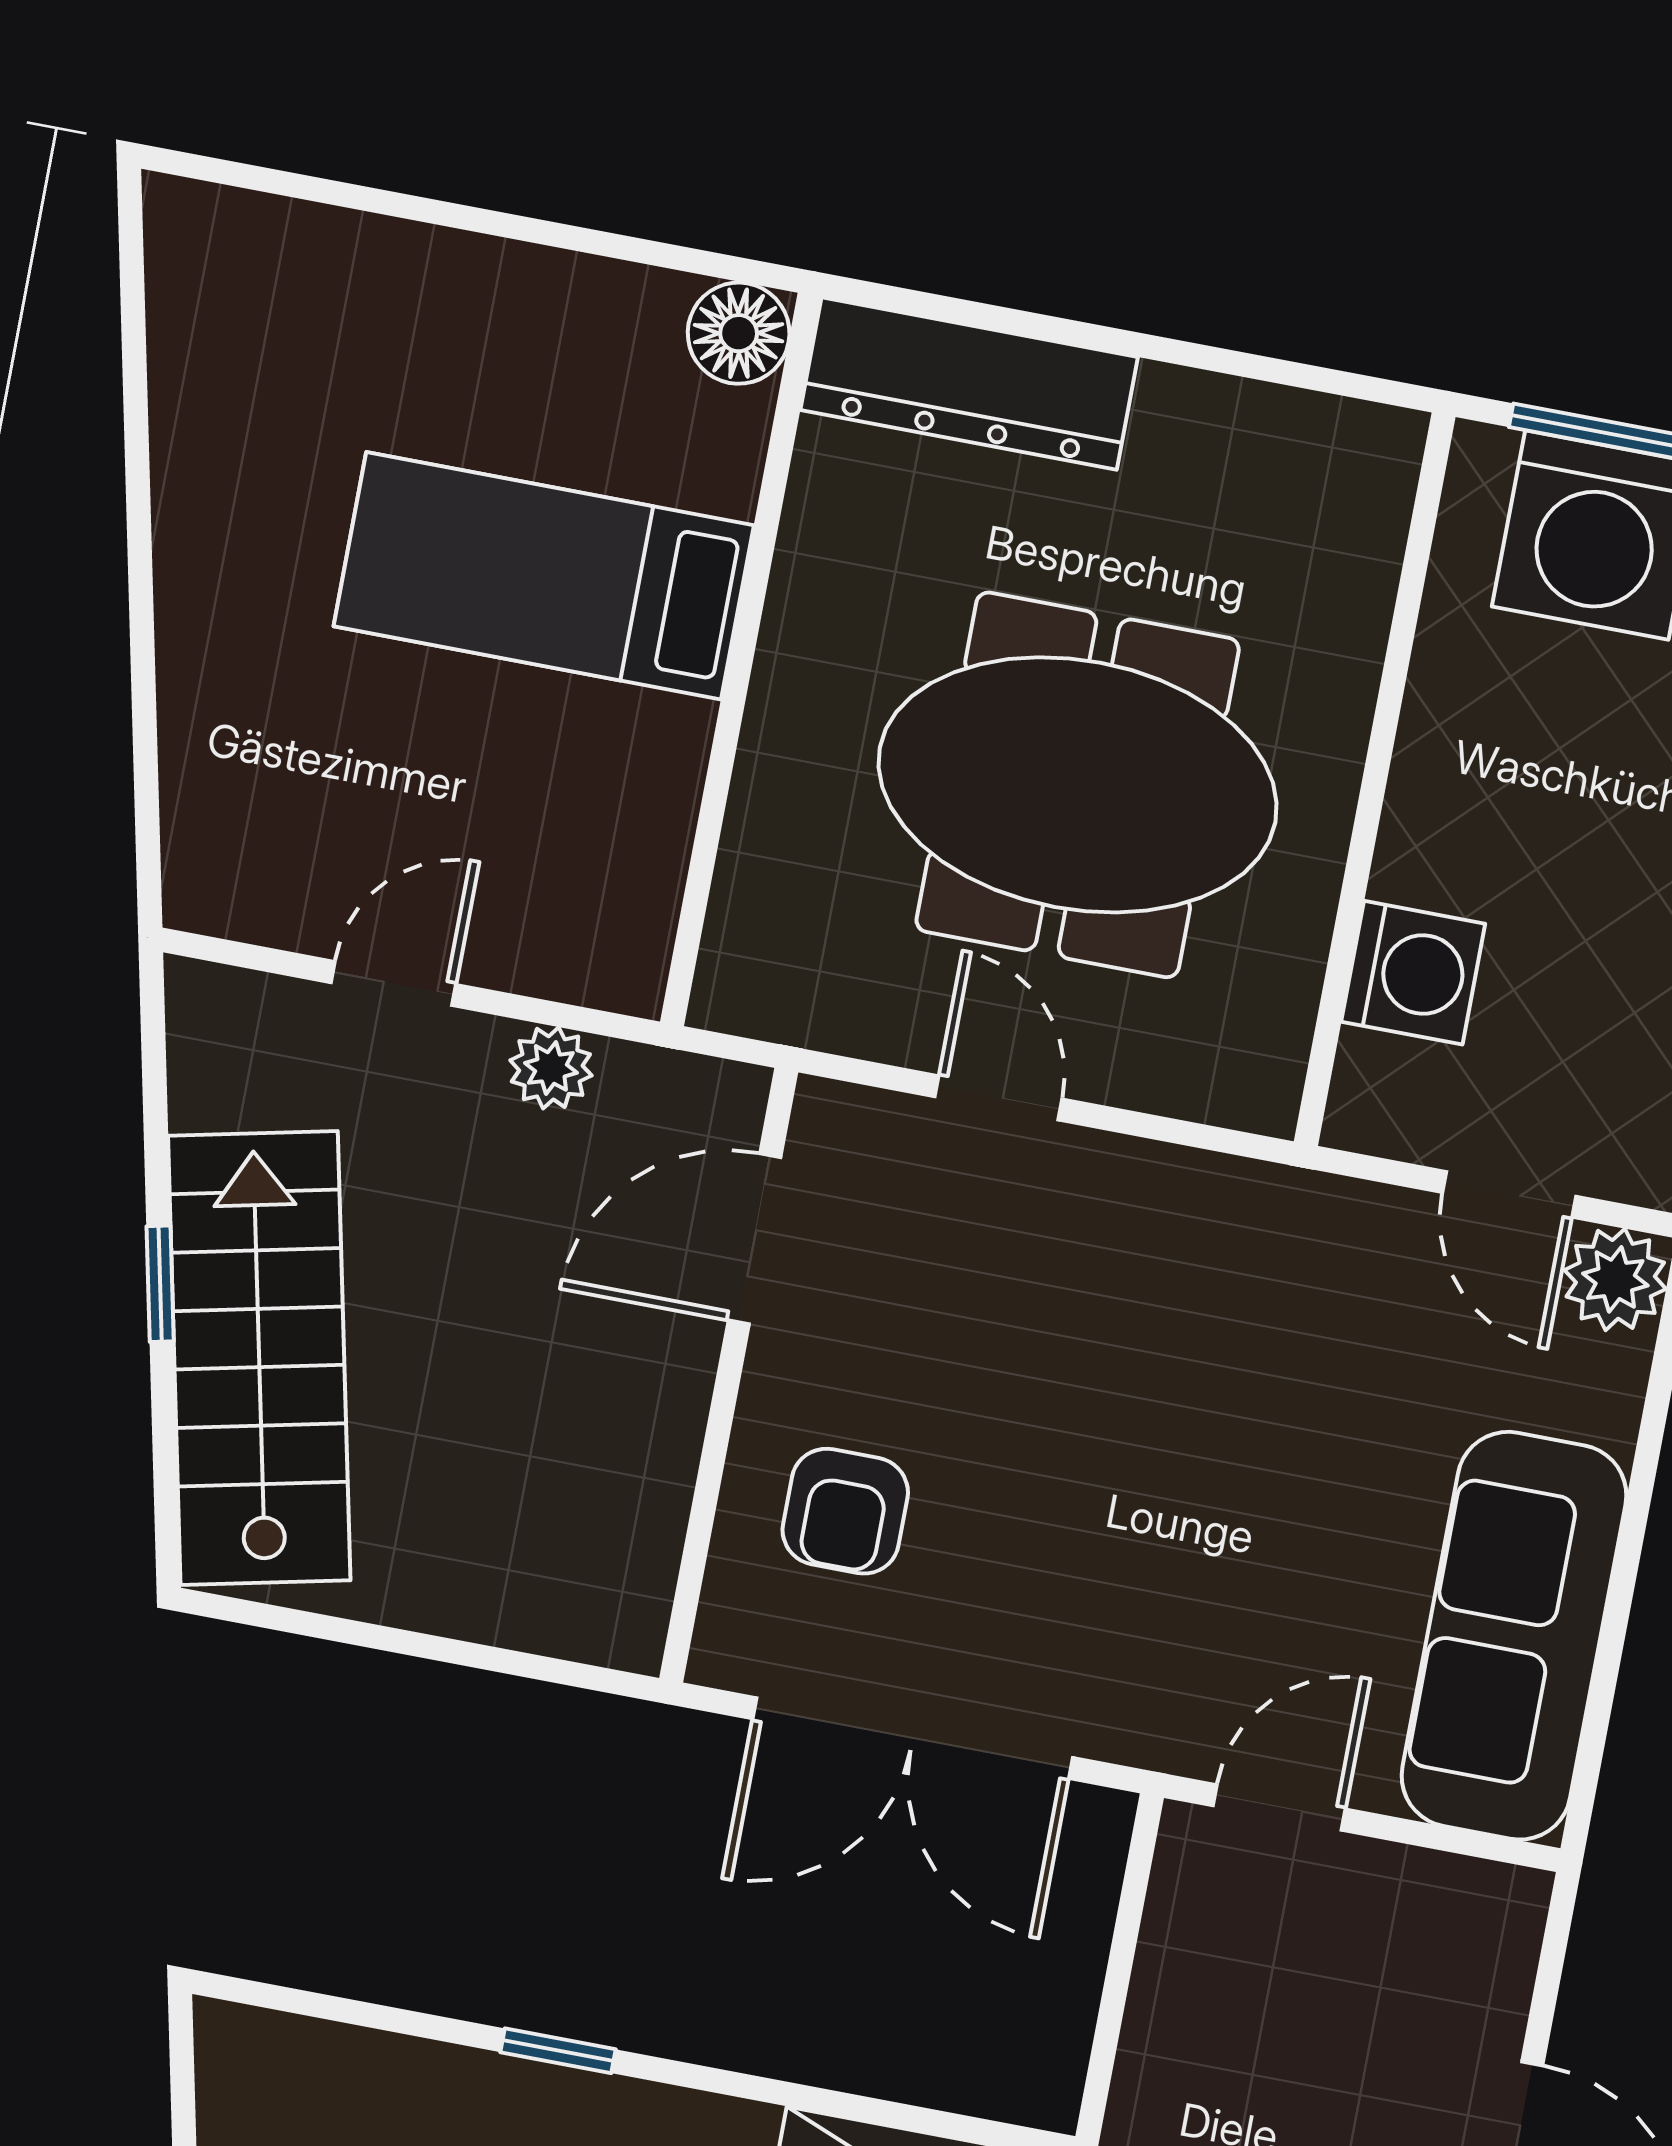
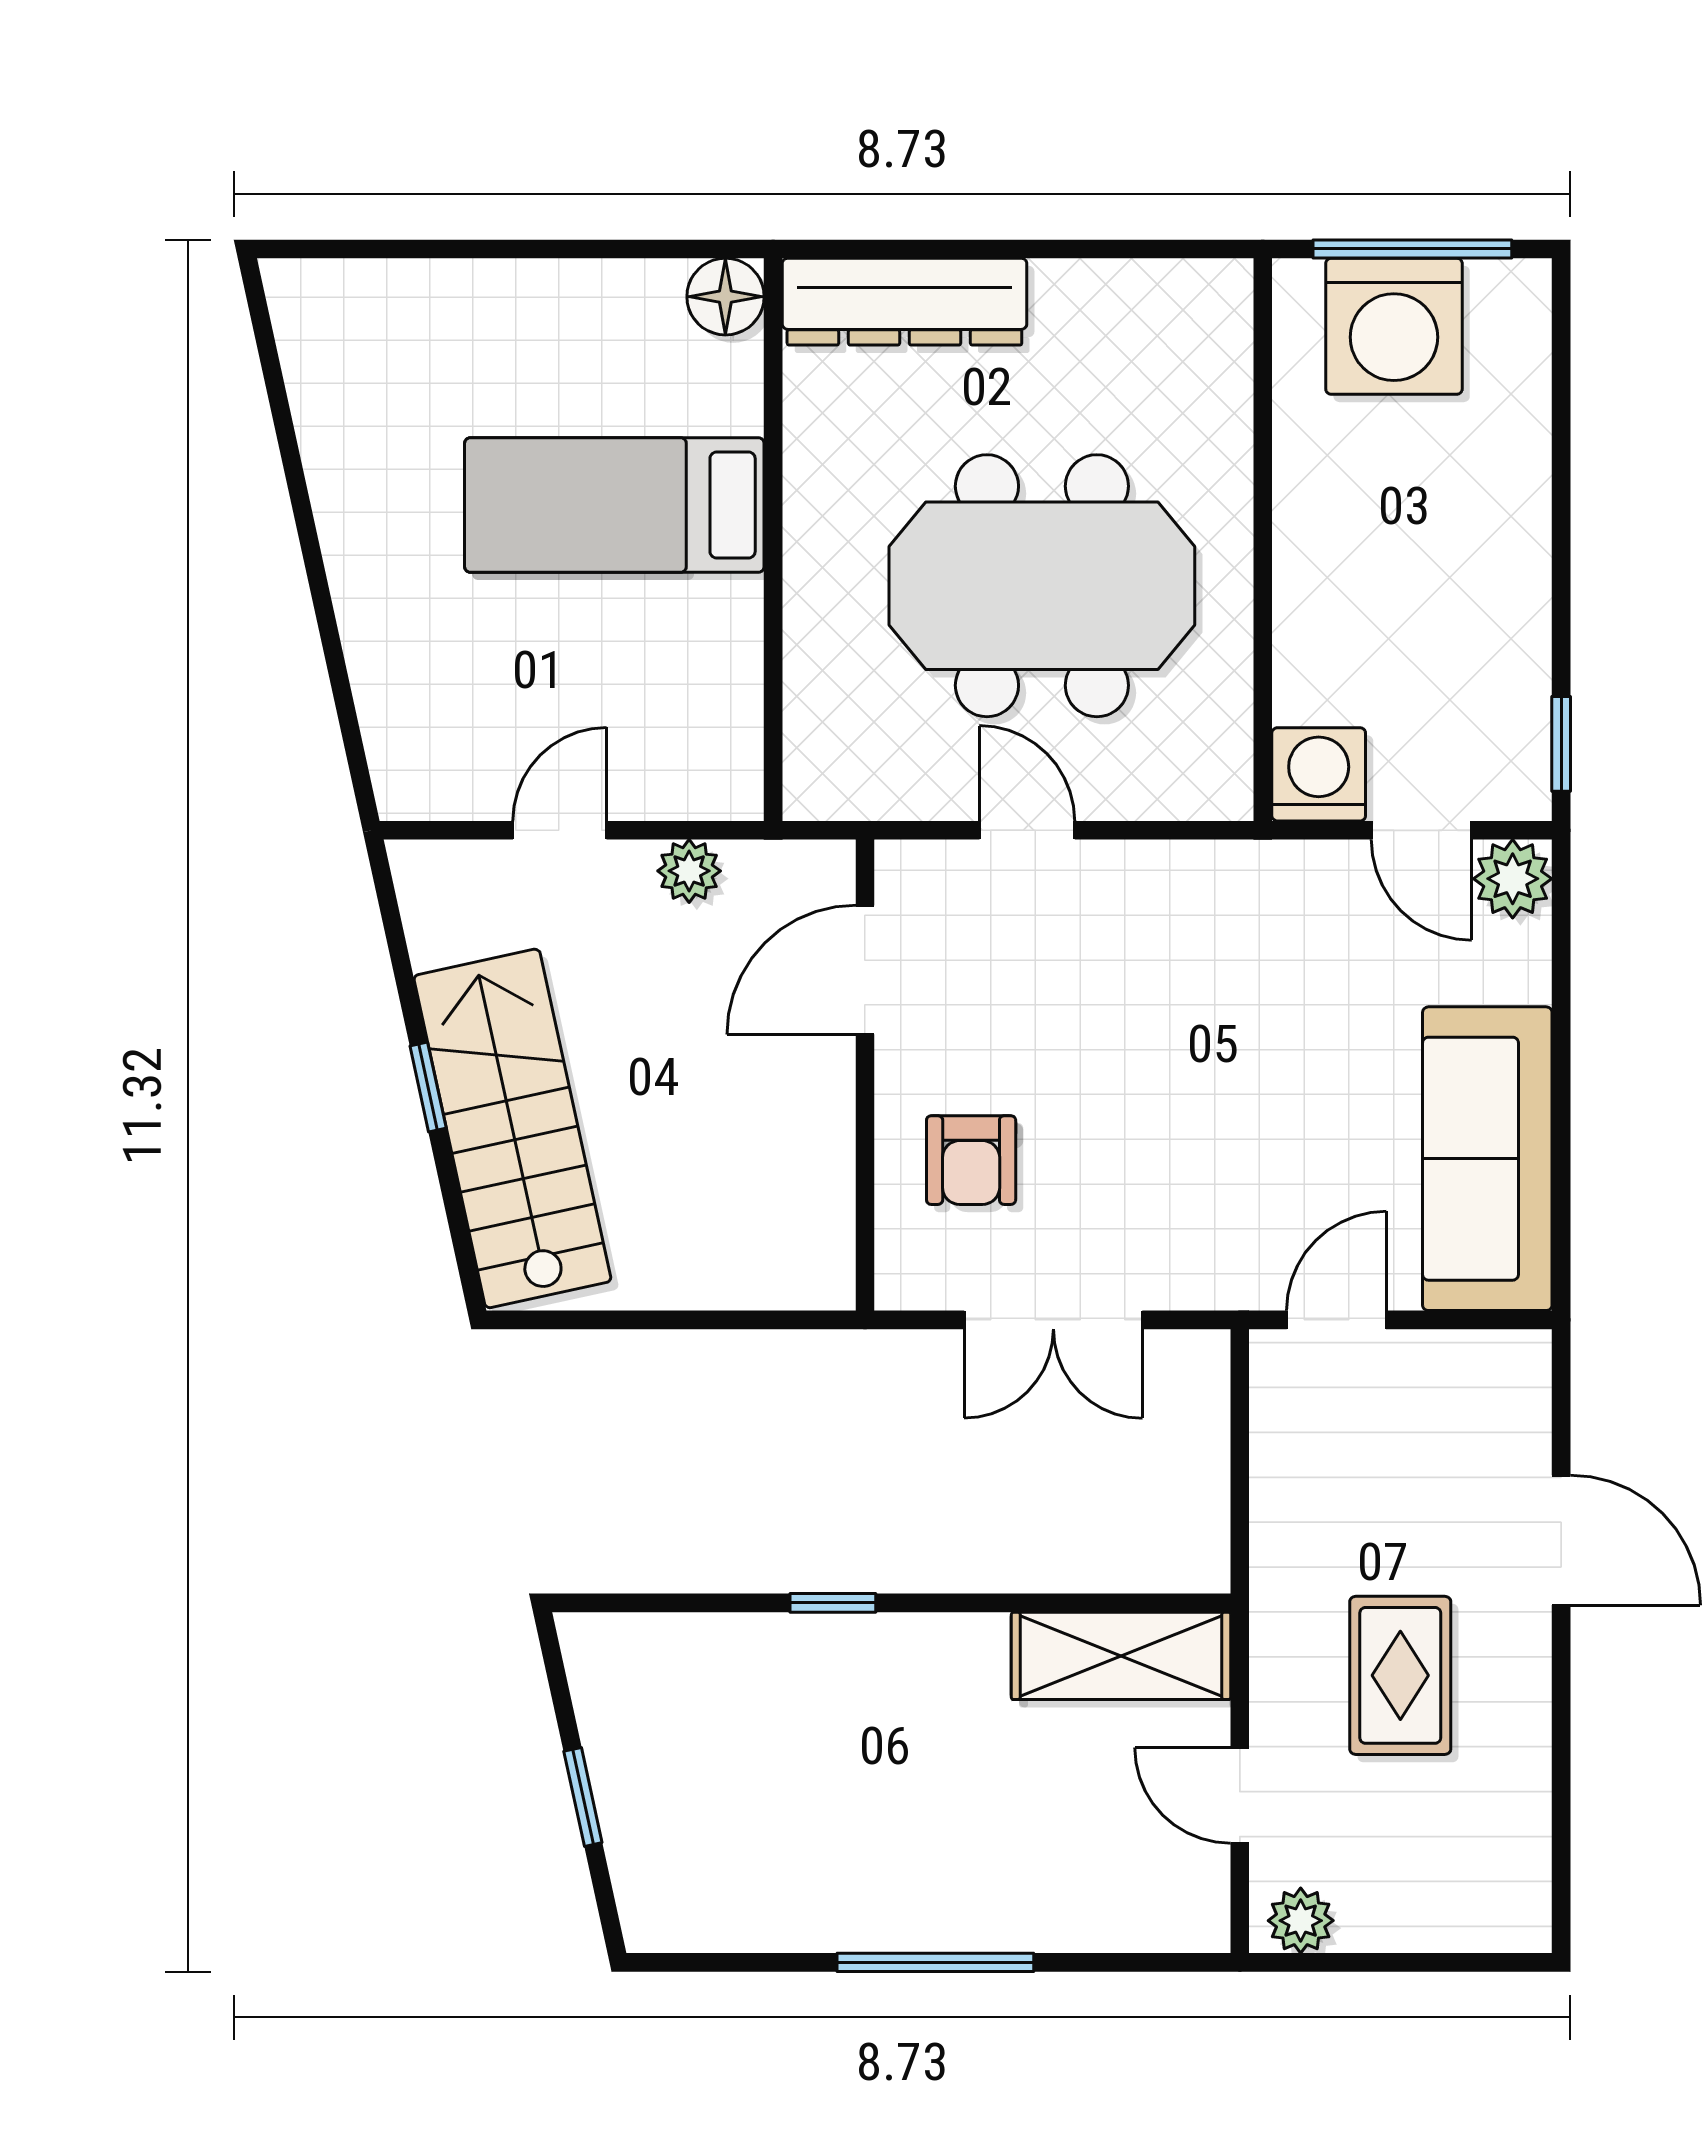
washing machine: (1413, 973) -> (1319, 774), moved, turned -90
double door: (913, 1738) -> (1053, 1320), width x0.73

